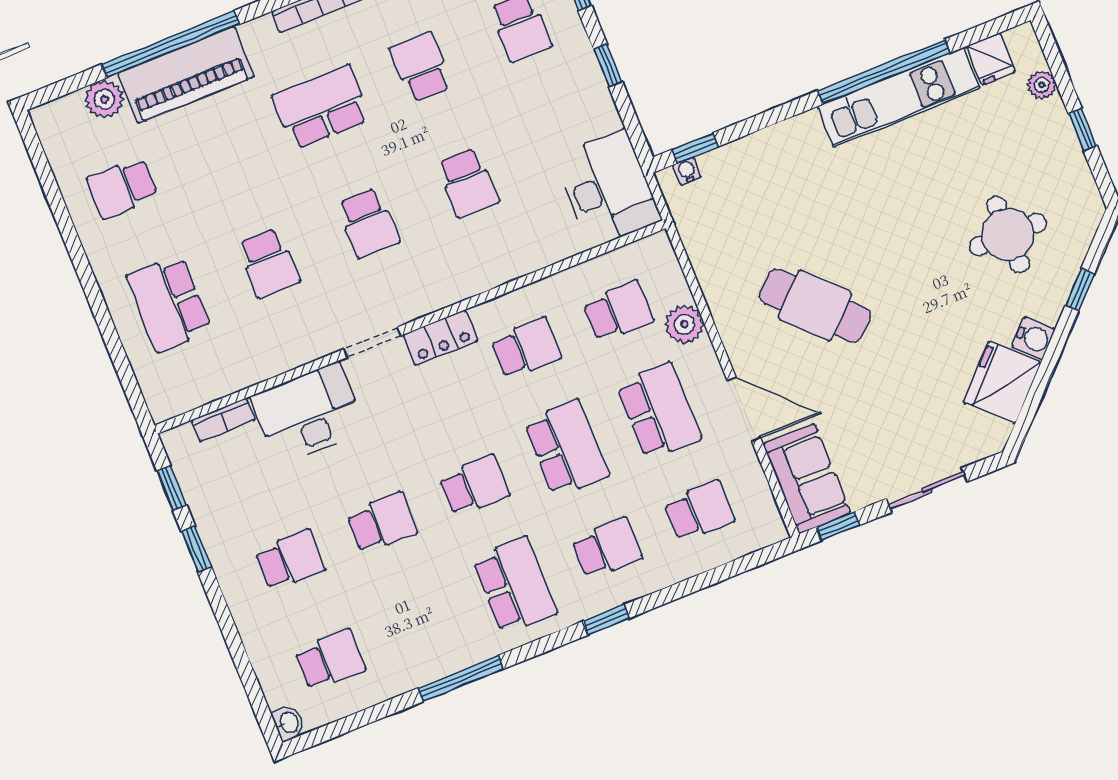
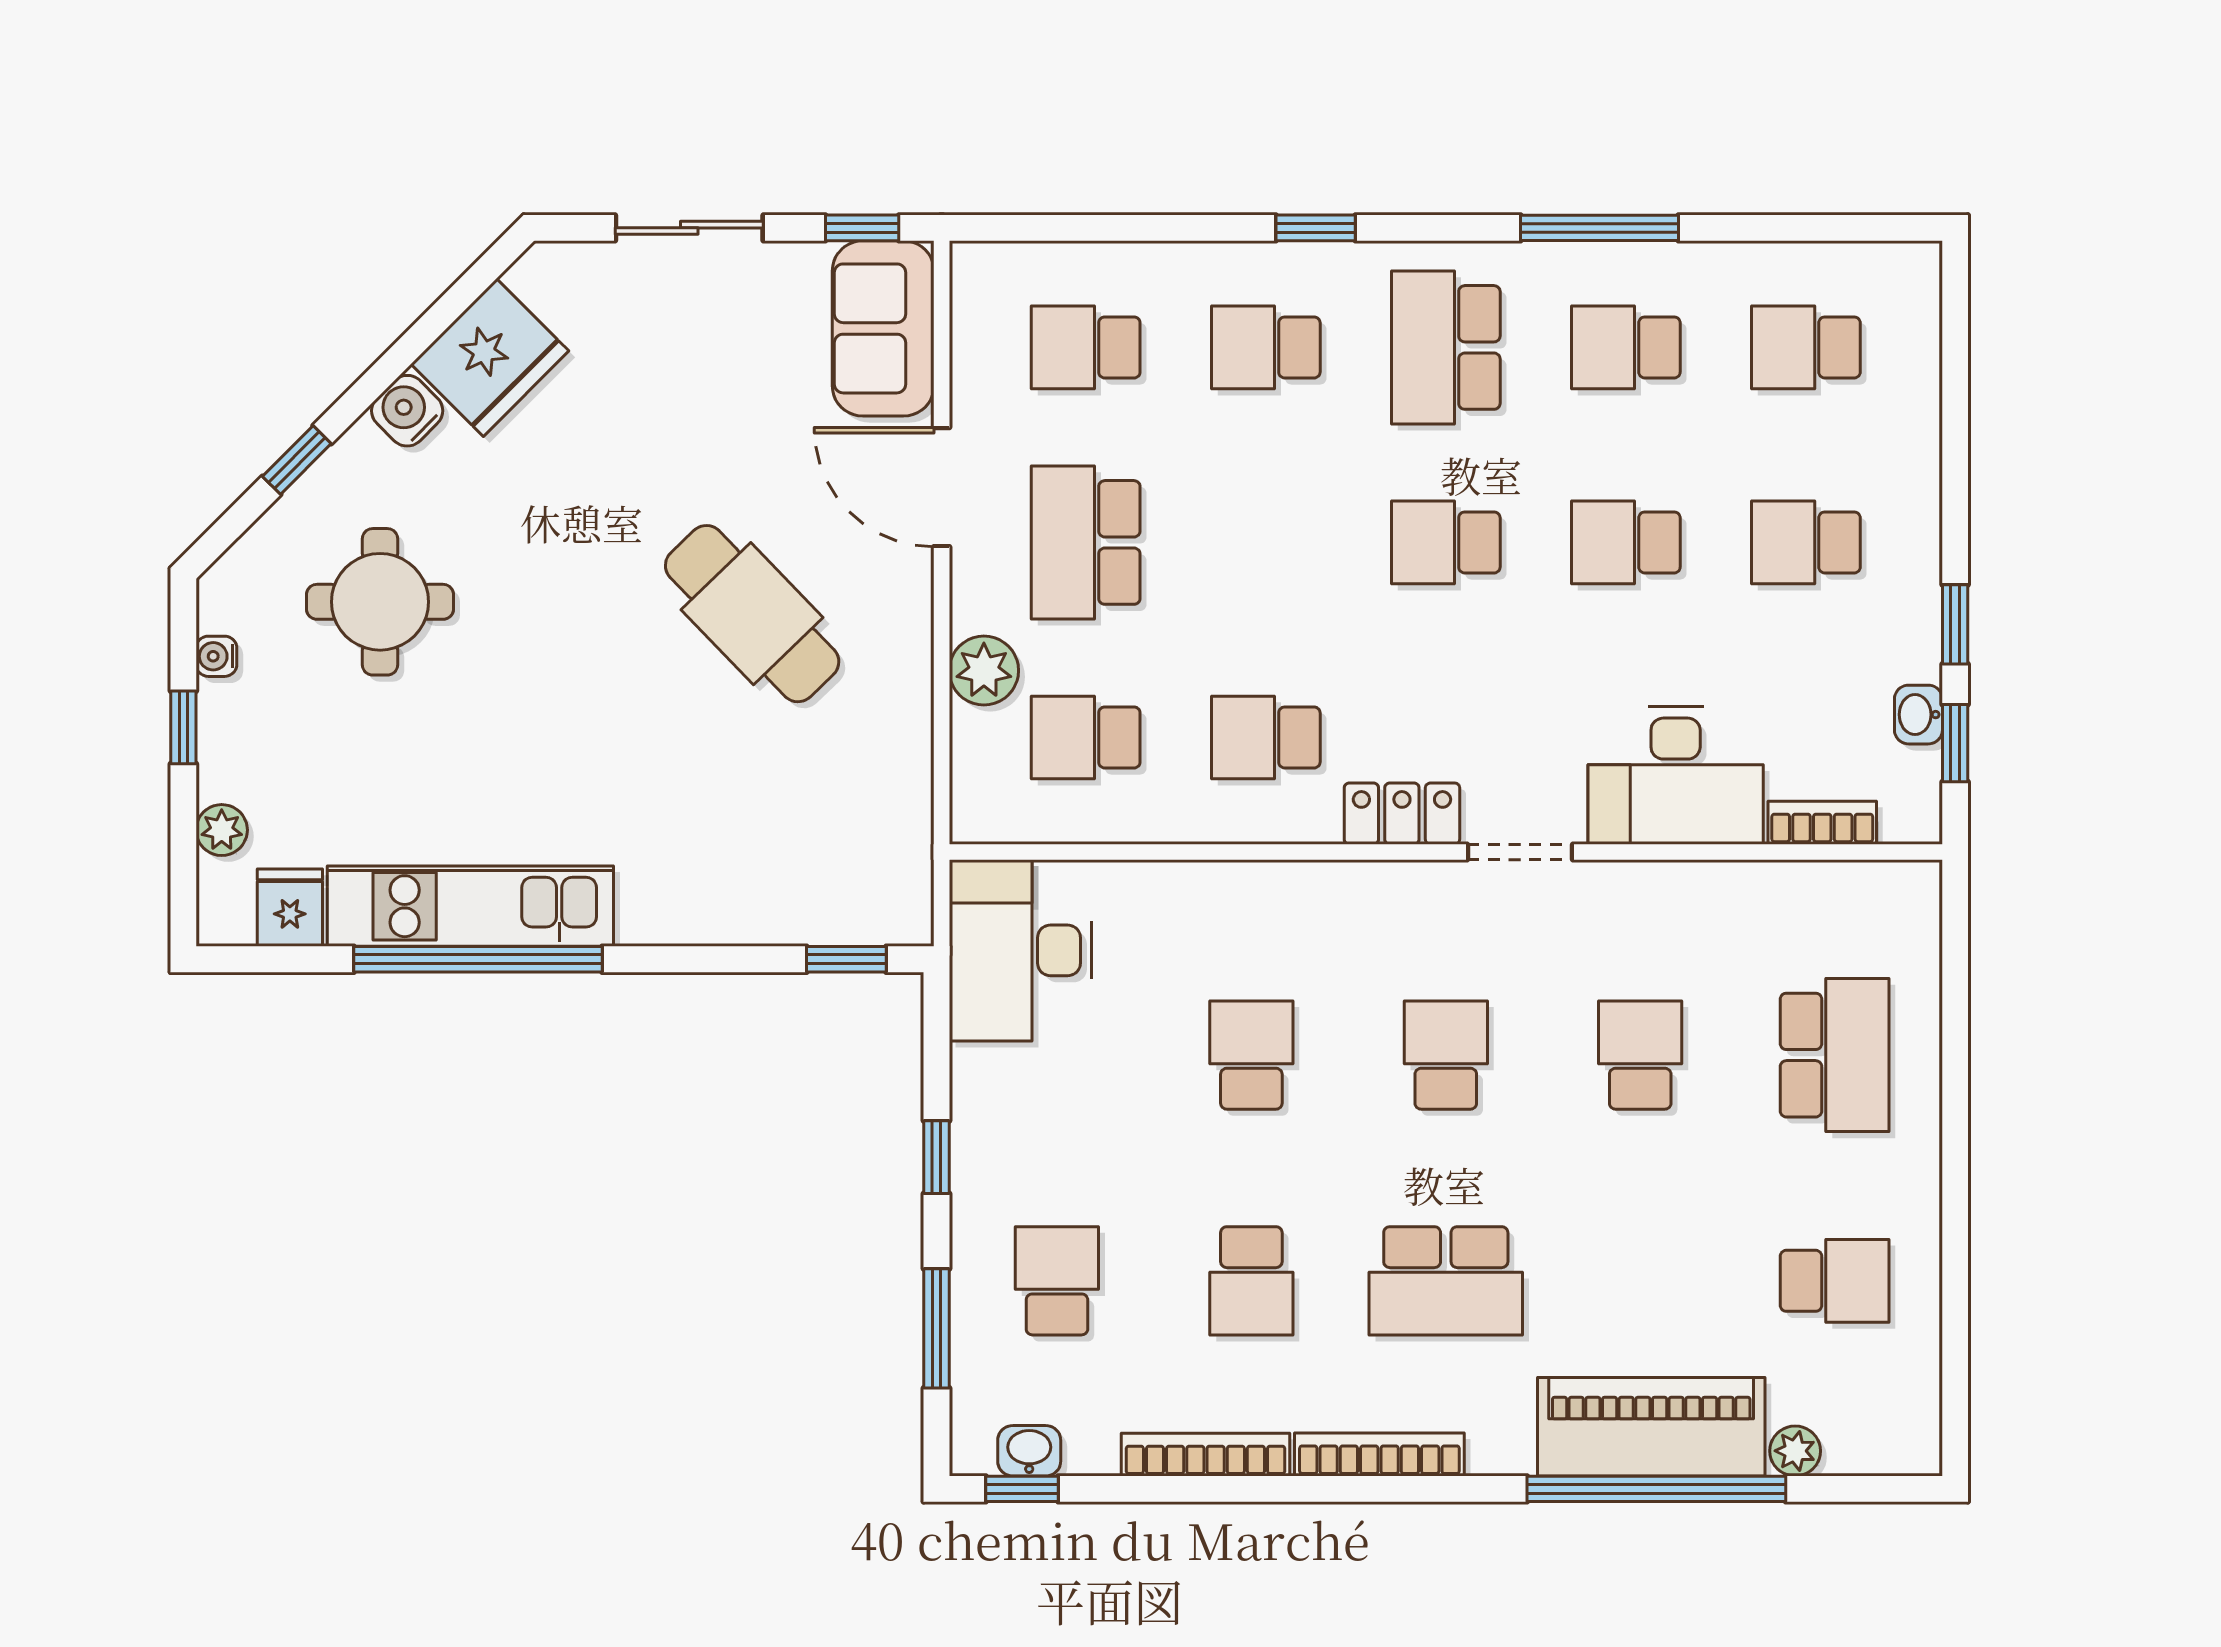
plant: (104, 99) -> (1795, 1451), width x0.73, depth x0.73
water cooler: (687, 171) -> (216, 656), moved, turned 90
school desk: (566, 448) -> (1626, 347), moved, width x0.54
washbasin: (288, 723) -> (1918, 715), moved

